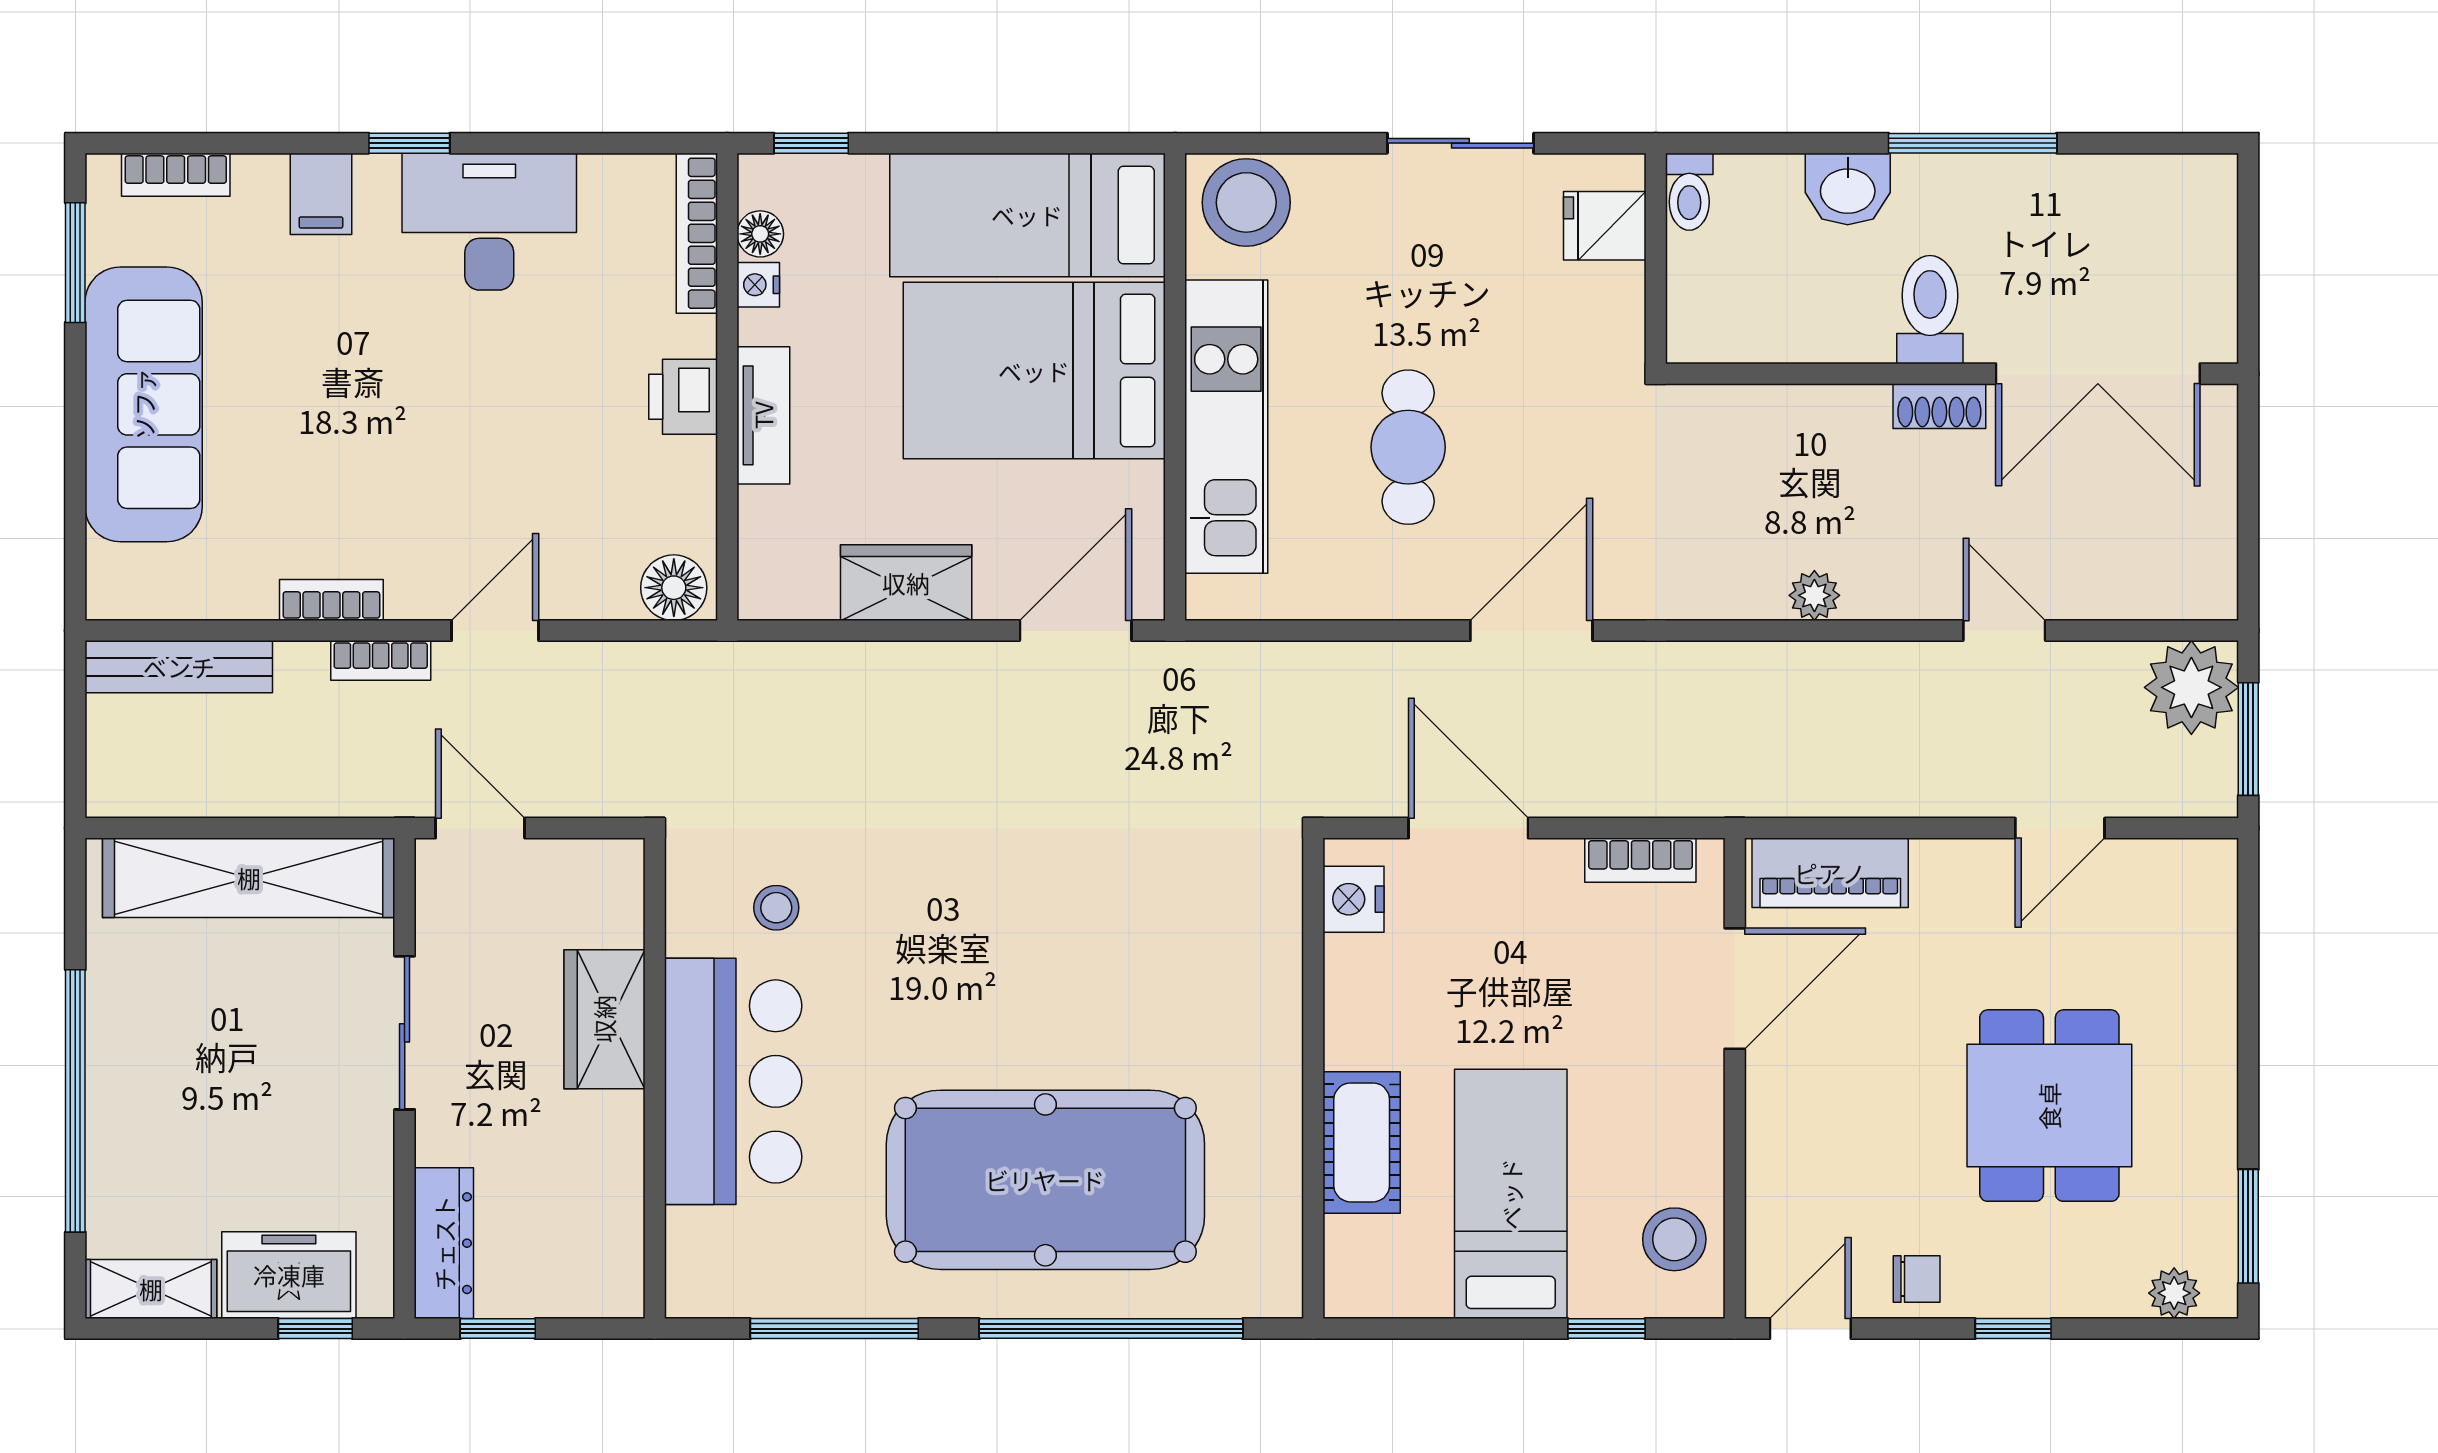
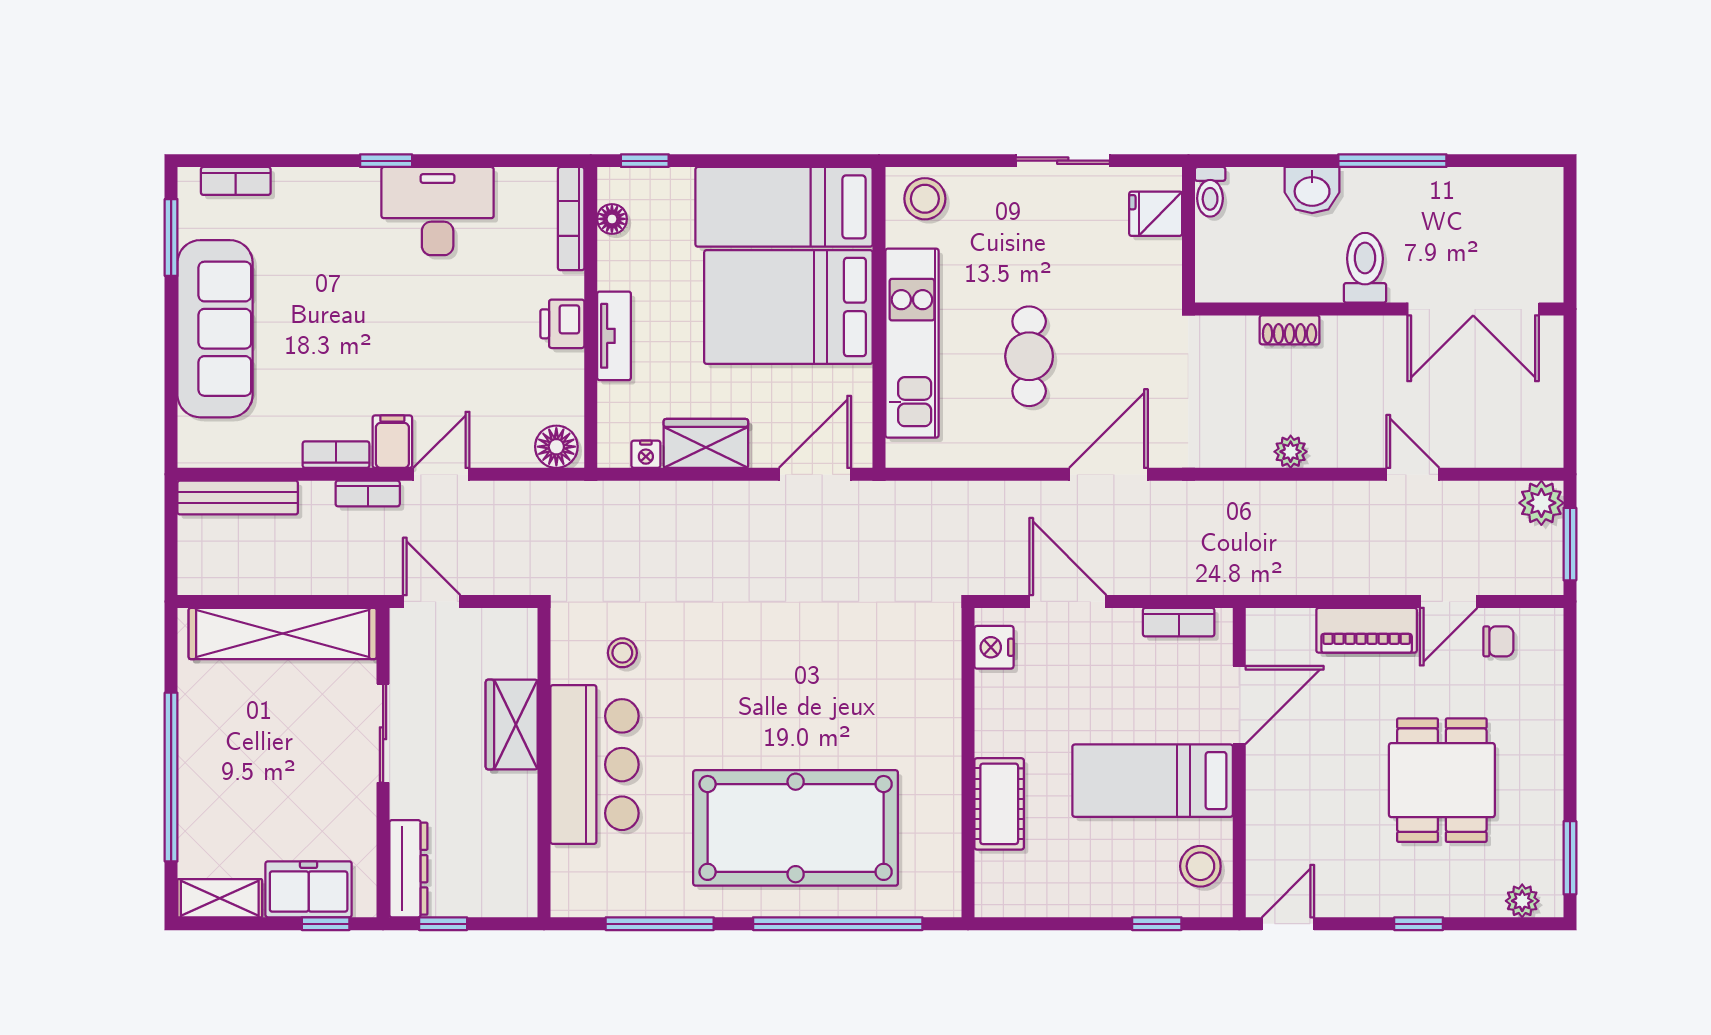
filing cabinet: (321, 194) -> (392, 442), moved, turned 180
stool: (1246, 202) -> (925, 199), width x0.73, depth x0.73
nightstand: (758, 285) -> (646, 454), moved, turned -90
shoe rack: (1939, 406) -> (1290, 330), moved
plant: (2191, 687) -> (1541, 503), width x0.73, depth x0.73
piano: (1830, 873) -> (1367, 630), moved
bed: (1511, 1194) -> (1153, 781), moved, turned -90
chair: (1917, 1279) -> (1498, 641), moved

